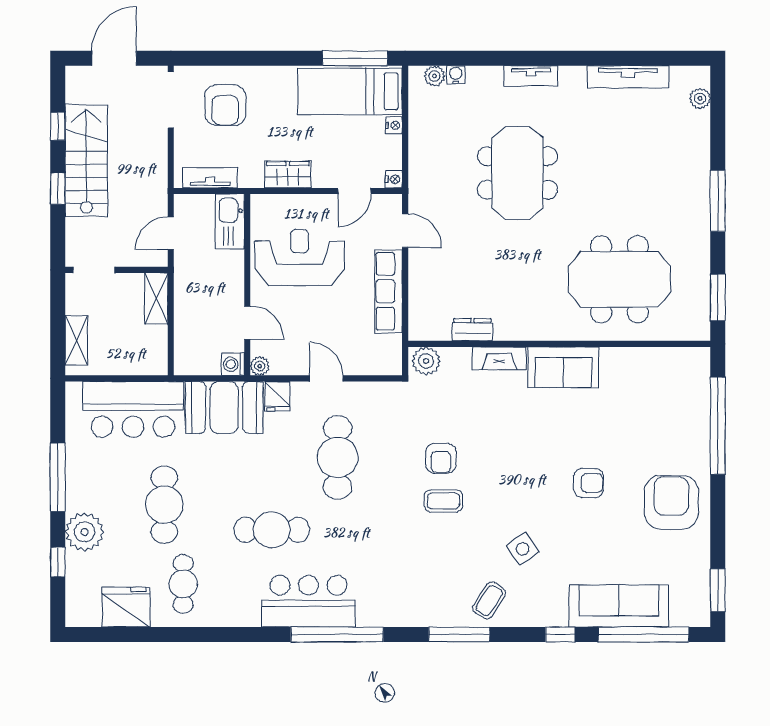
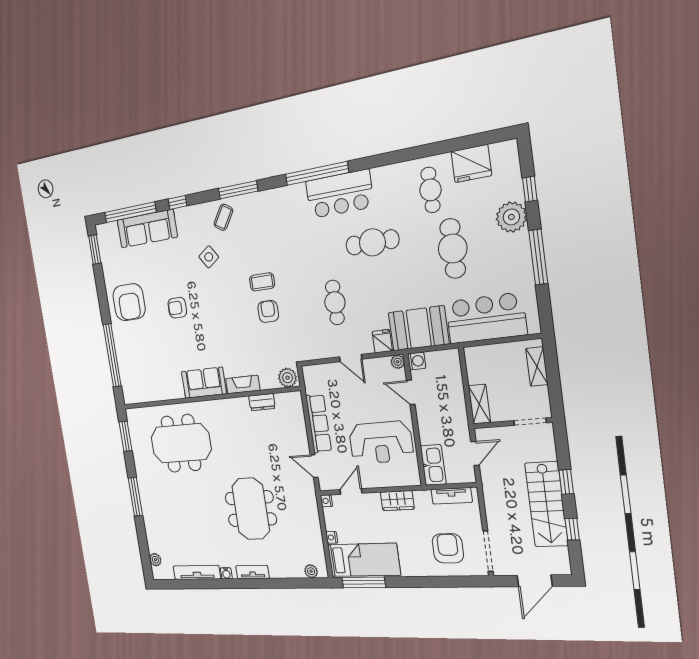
water cooler: (456, 75) -> (226, 573), moved
cafe table: (338, 457) -> (335, 302), width x0.73, depth x0.74

